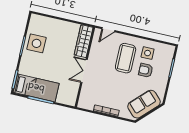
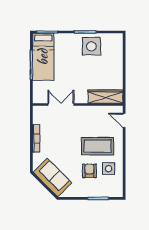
double door: (84, 71) -> (61, 104), moved

